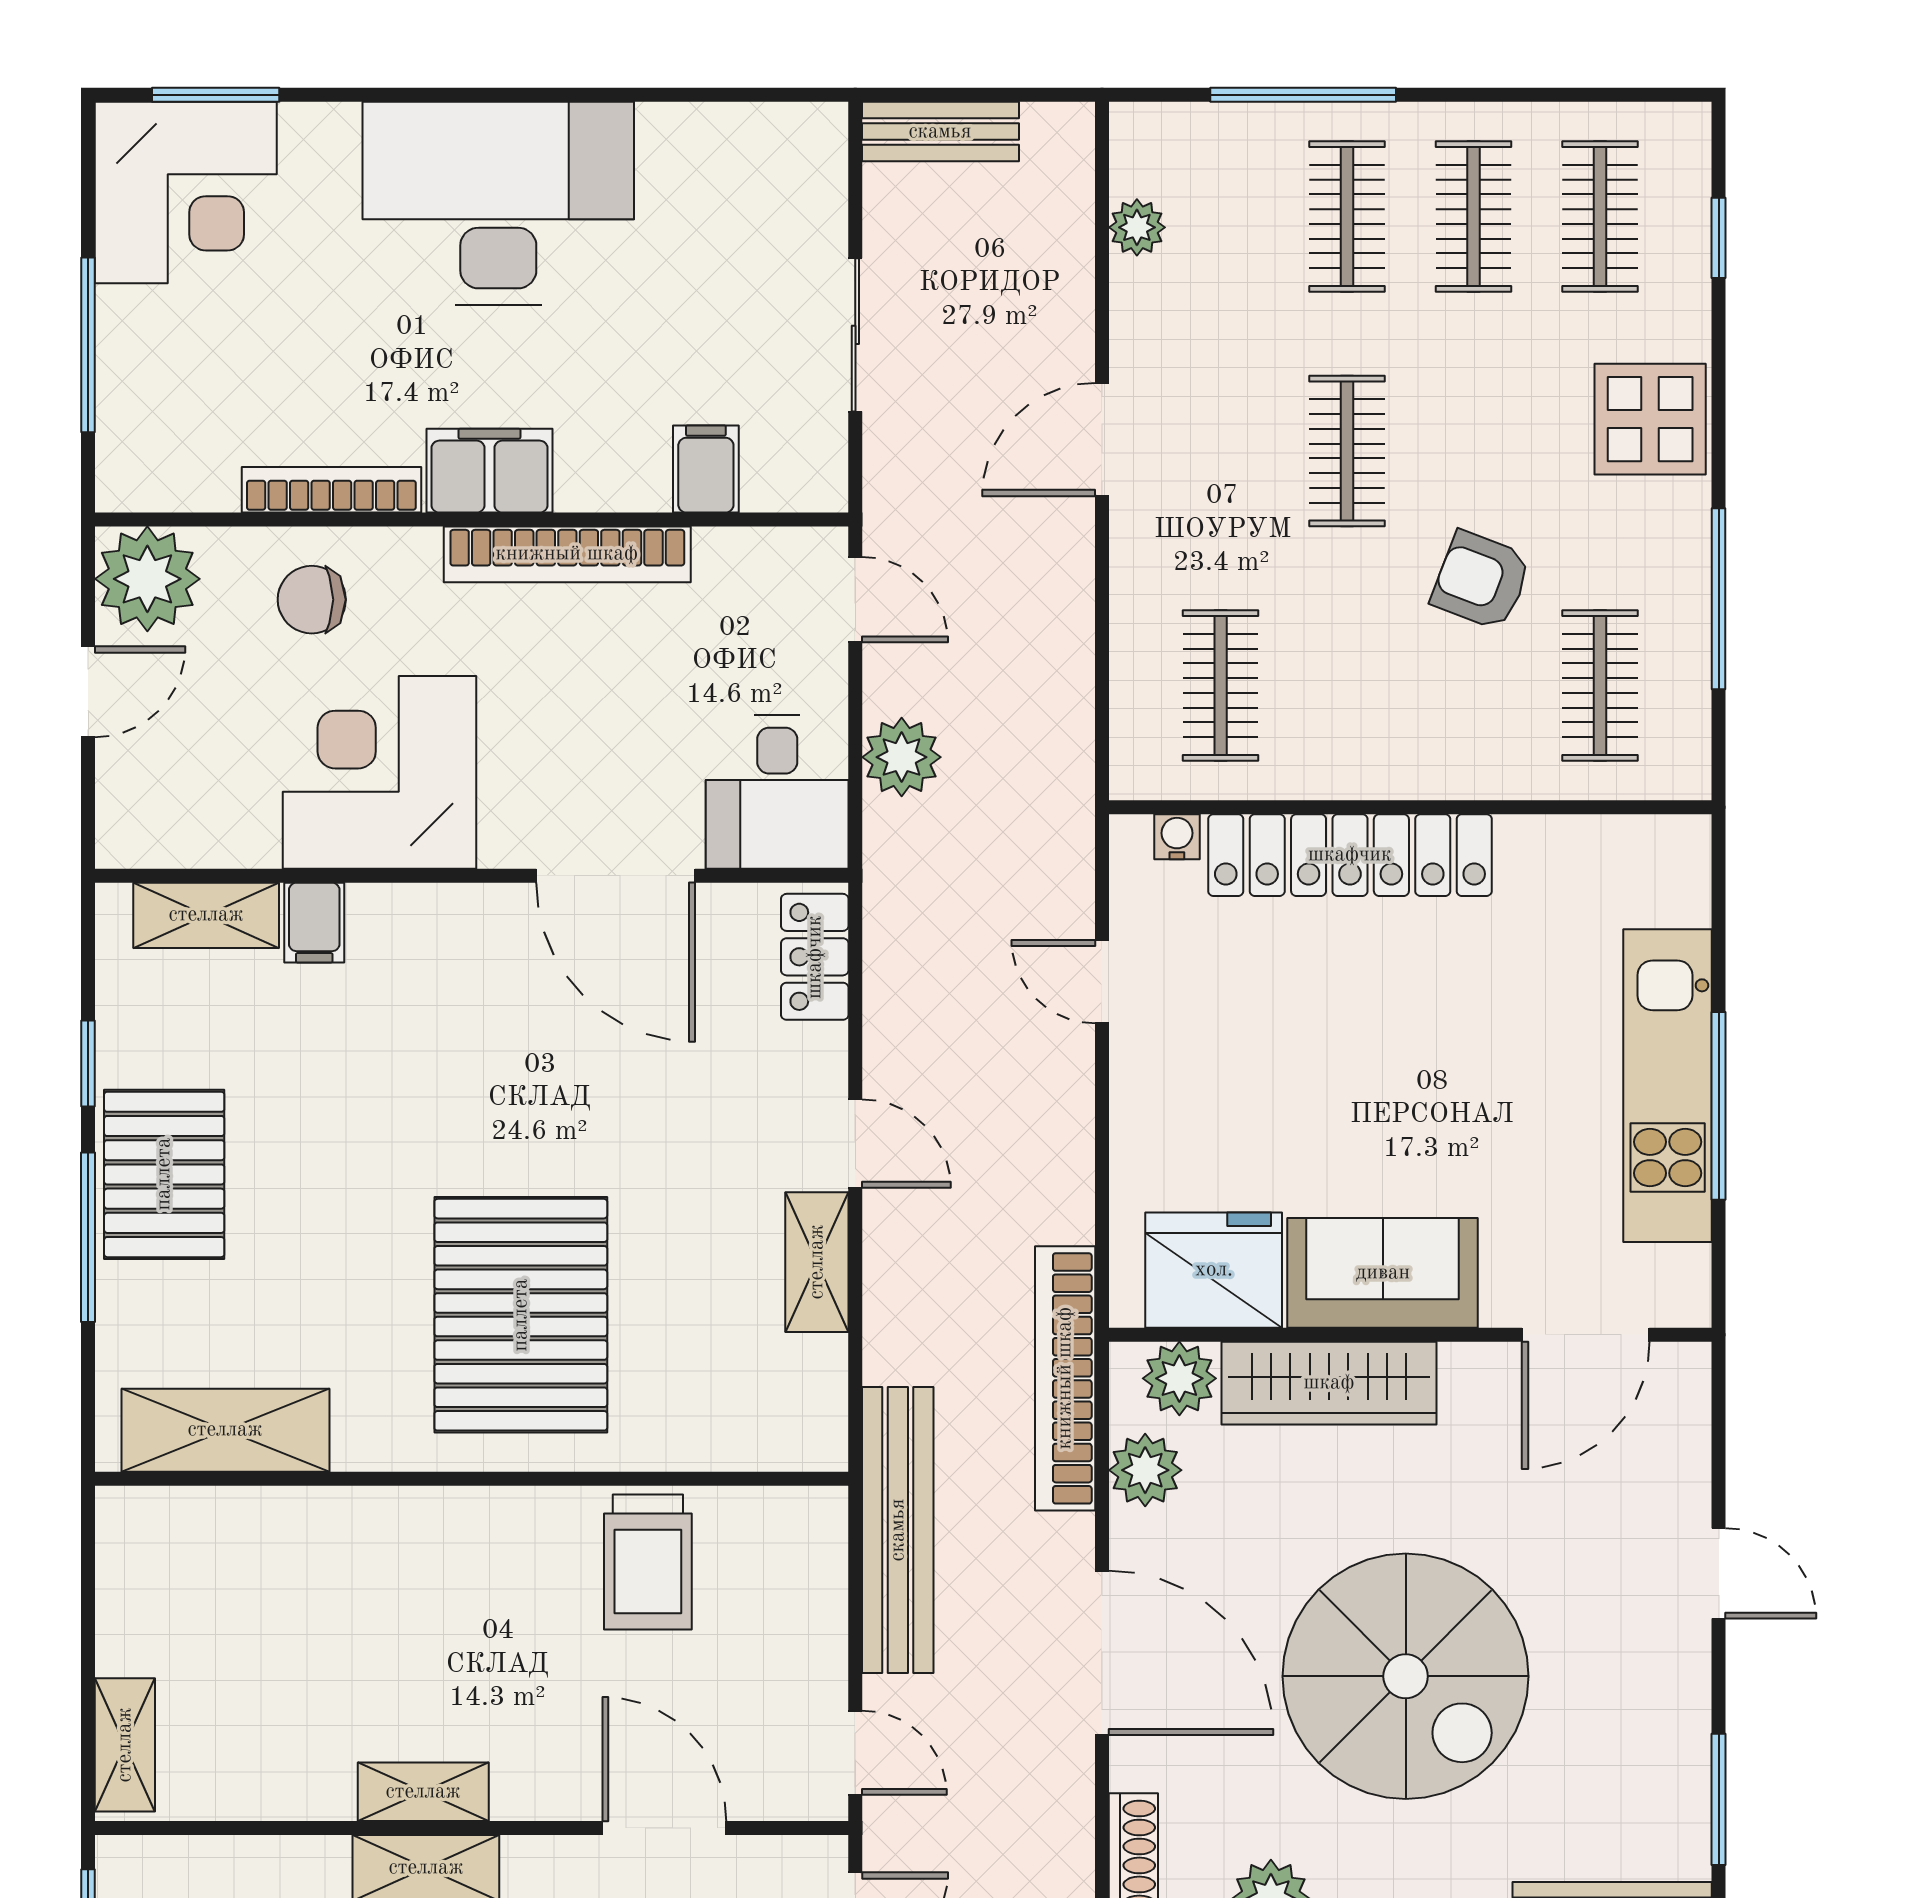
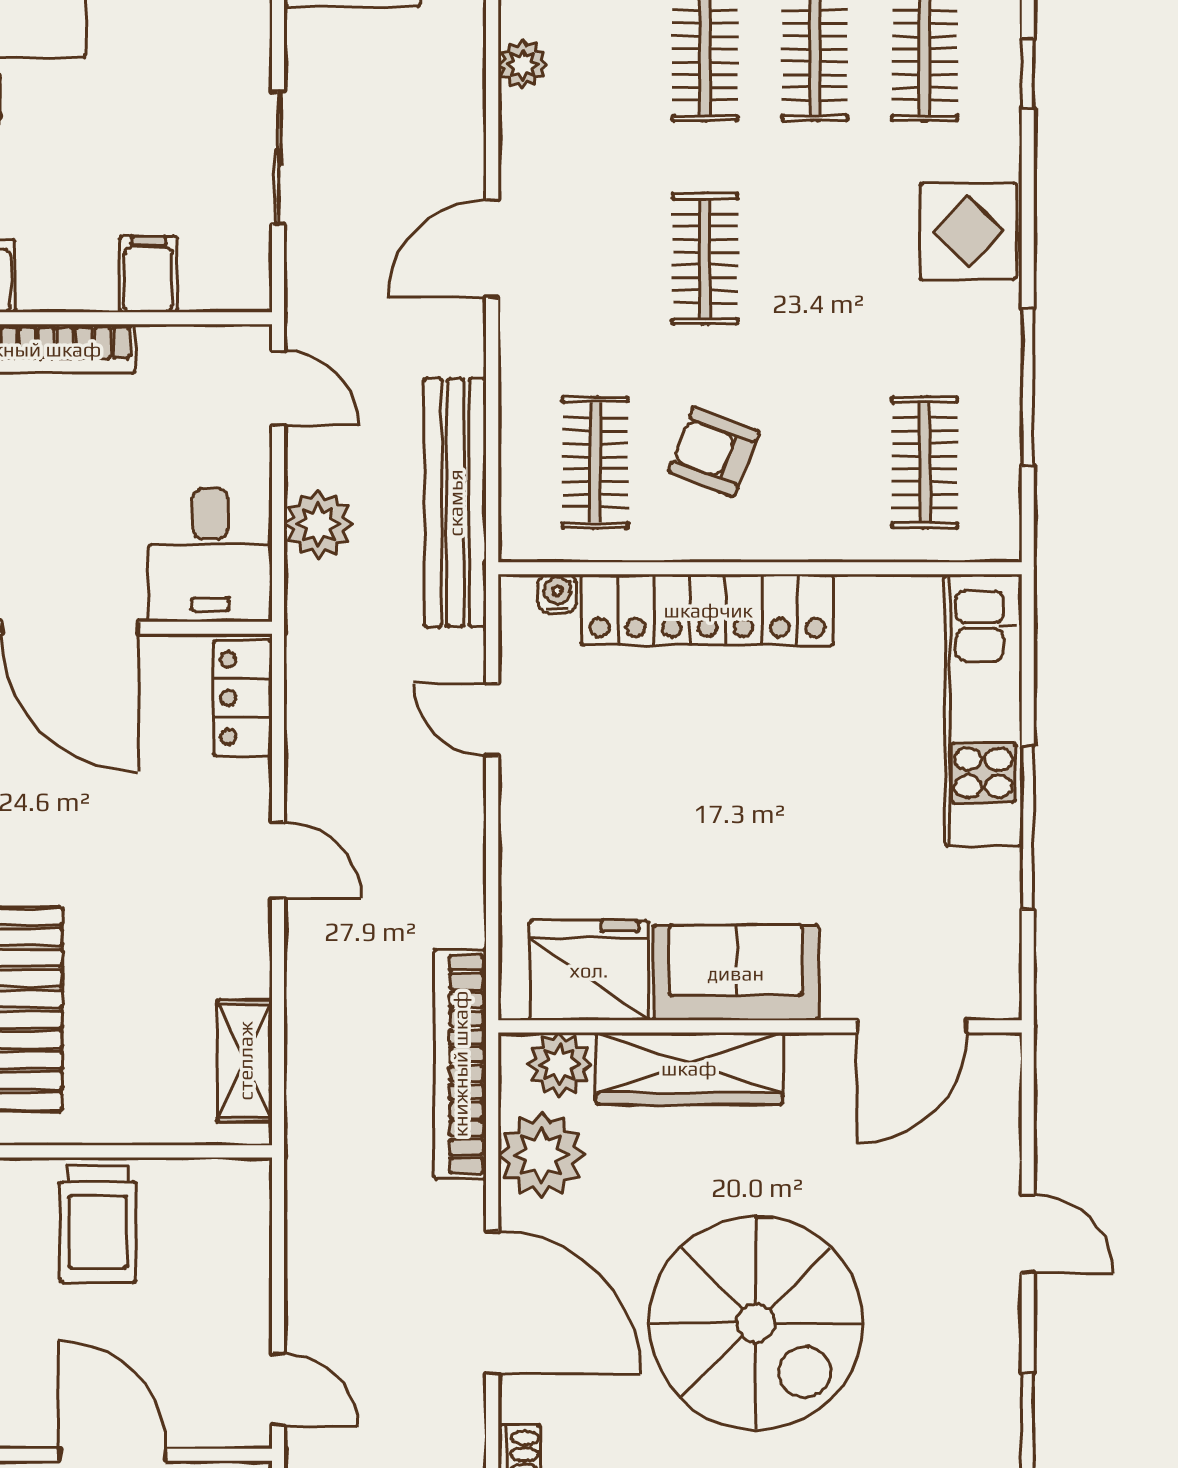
armchair: (1481, 580) -> (714, 452), moved
kitchen unit: (1668, 1086) -> (983, 710), moved
shelving: (817, 1262) -> (245, 1061), moved
plant: (1145, 1470) -> (541, 1155), width x1.36, depth x1.36
bench: (898, 1530) -> (455, 503), moved

